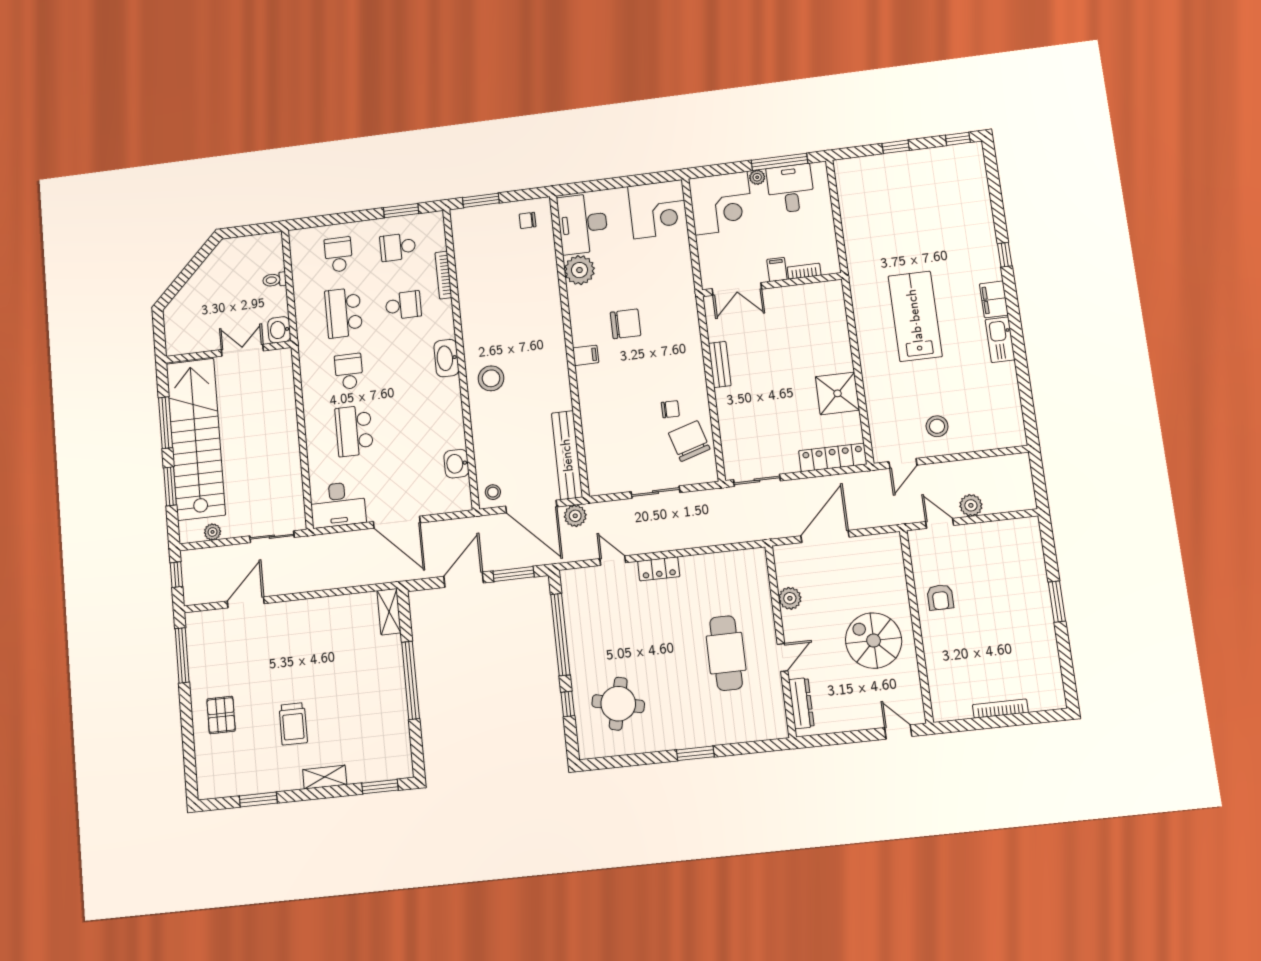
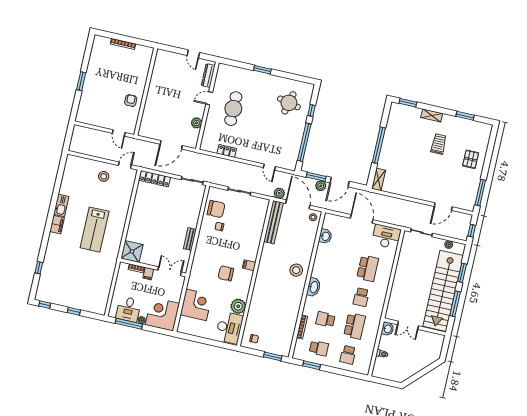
corner desk: (658, 209) -> (196, 305), moved, turned 90
window: (1005, 255) -> (39, 268), moved
shower: (838, 393) -> (132, 251), moved
chair: (689, 441) -> (216, 209), turned -73
plant: (971, 505) -> (321, 186), moved
locker: (659, 569) -> (227, 151), moved
spiral stairs: (874, 641) -> (167, 92), removed
door: (898, 732) -> (193, 54), moved

